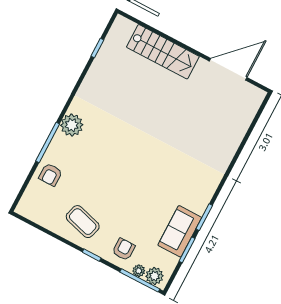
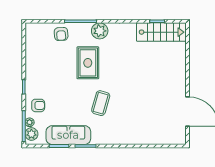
stairs: (163, 52) -> (161, 32), moved, turned -90
rug: (103, 160) -> (88, 63), added
armchair: (51, 175) -> (61, 34), turned -94
coffee table: (83, 222) -> (101, 103), moved
sofa: (180, 231) -> (68, 135), width x1.36

